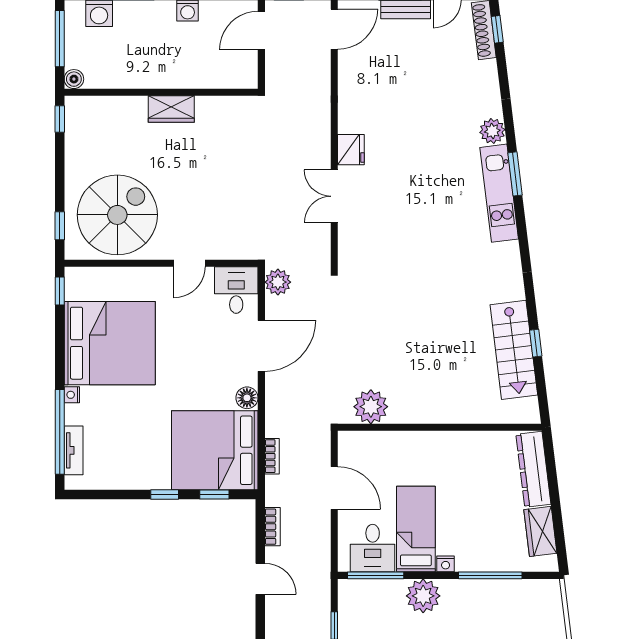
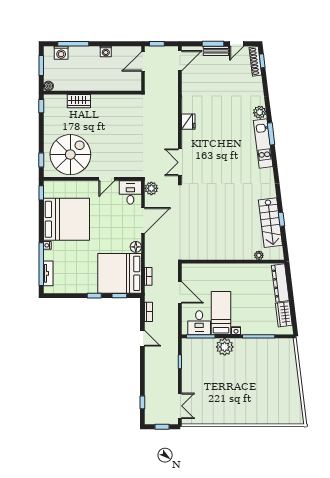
window: (60, 39) -> (41, 66), width x0.69
wardrobe: (171, 109) -> (79, 101), moved
double door: (334, 196) -> (180, 162), moved
plant: (371, 407) -> (259, 255), moved, width x0.53, depth x0.53

